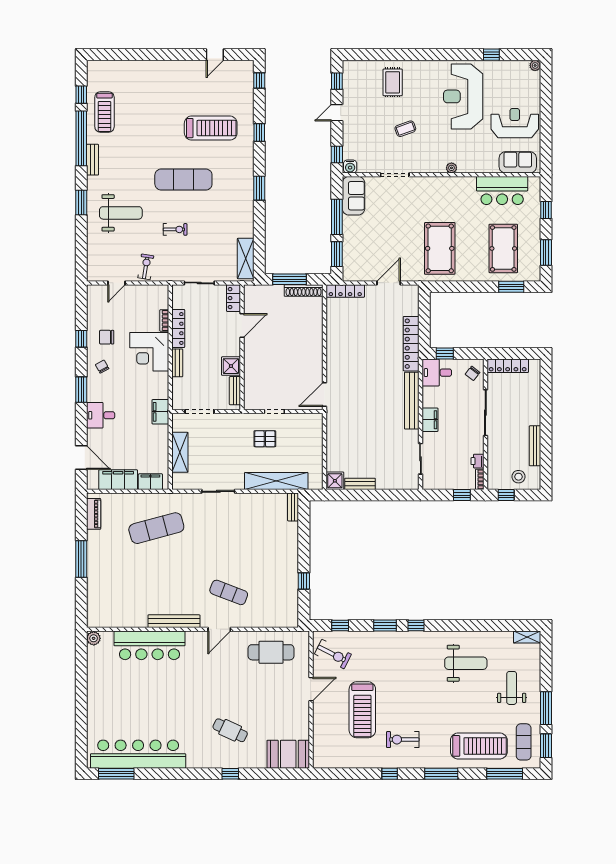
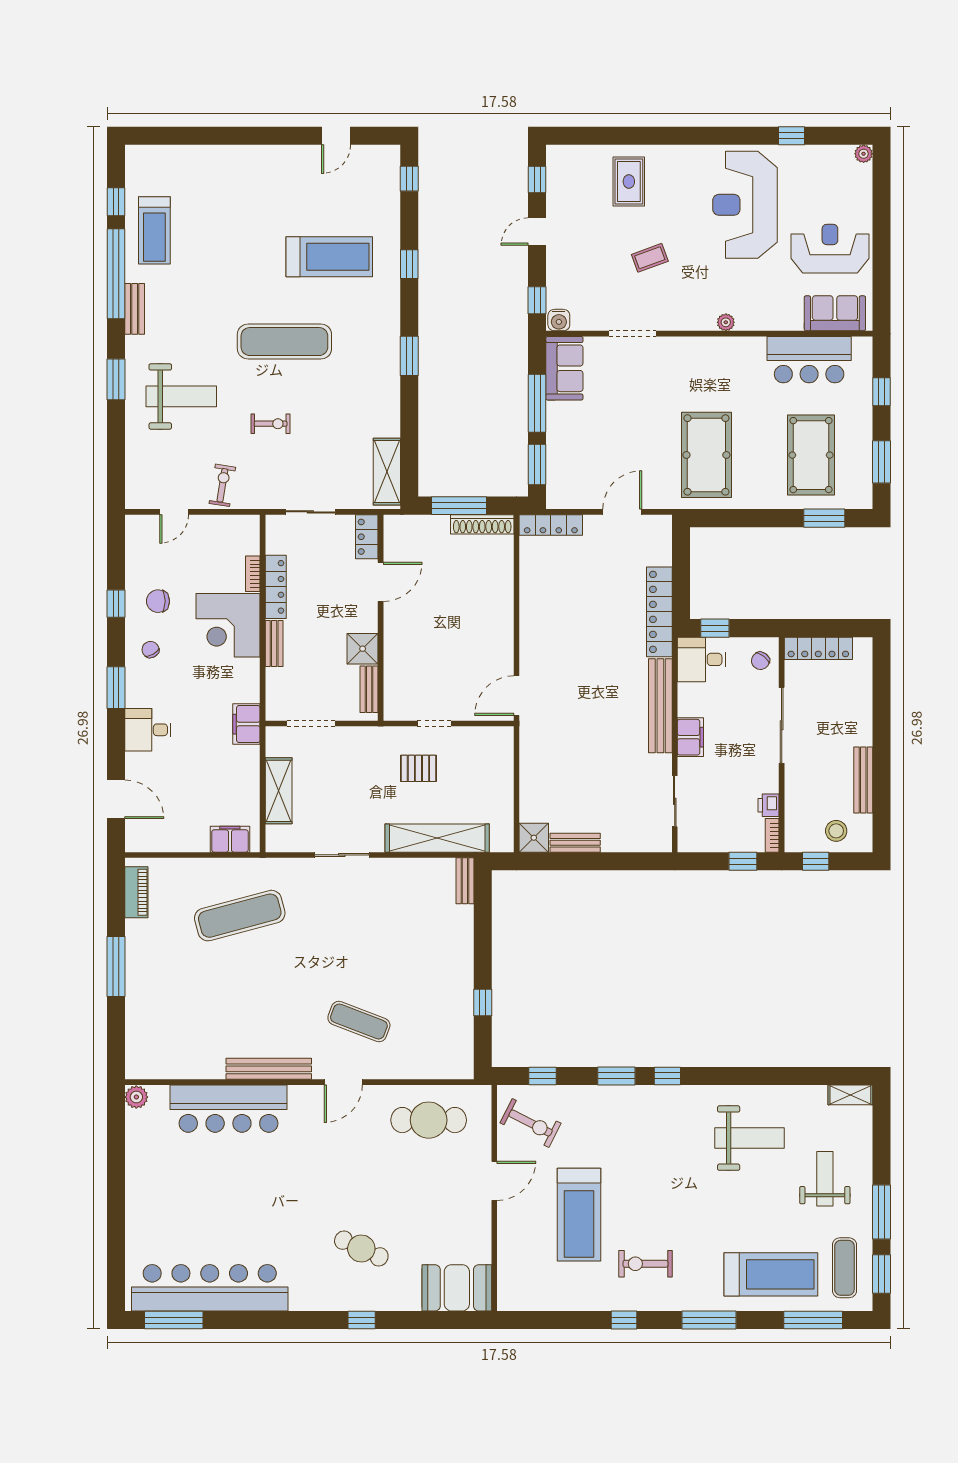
filing cabinet: (118, 480) -> (177, 836), removed

